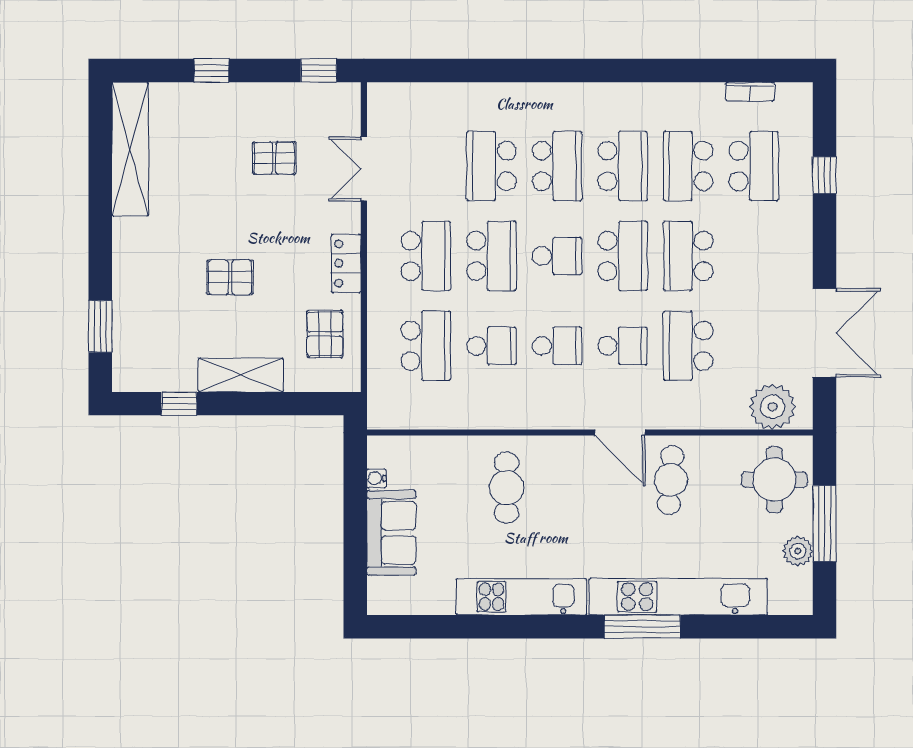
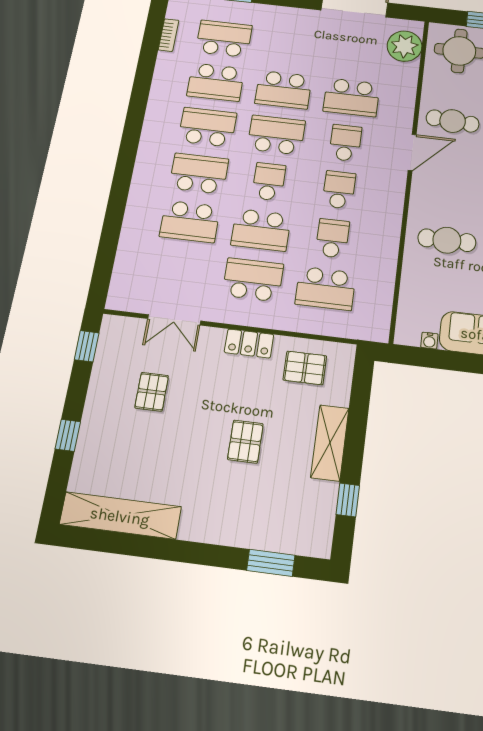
school desk: (491, 256) -> (261, 230), turned 180
school desk: (426, 346) -> (326, 288), turned 180

